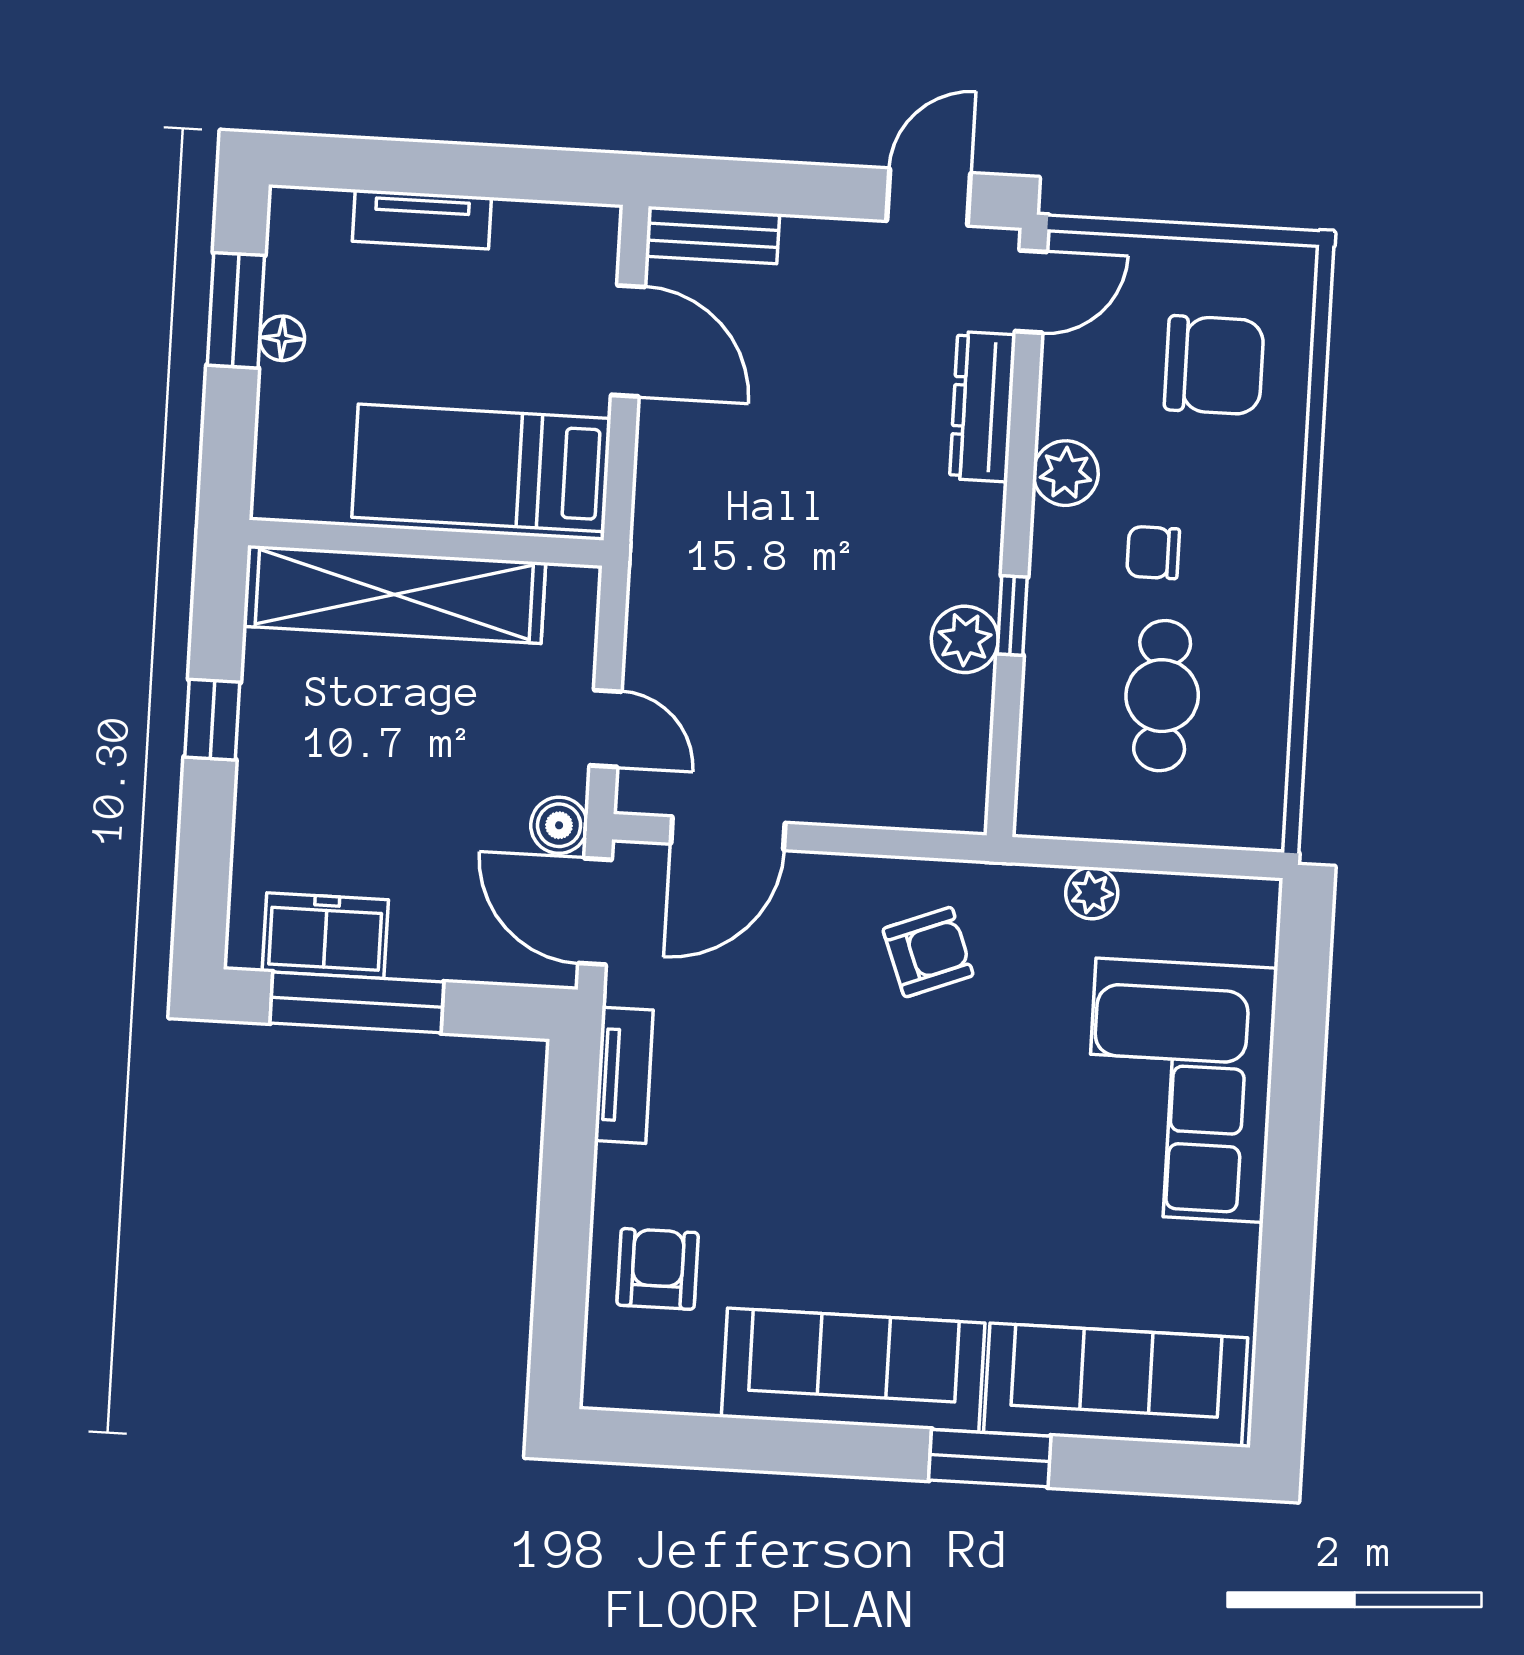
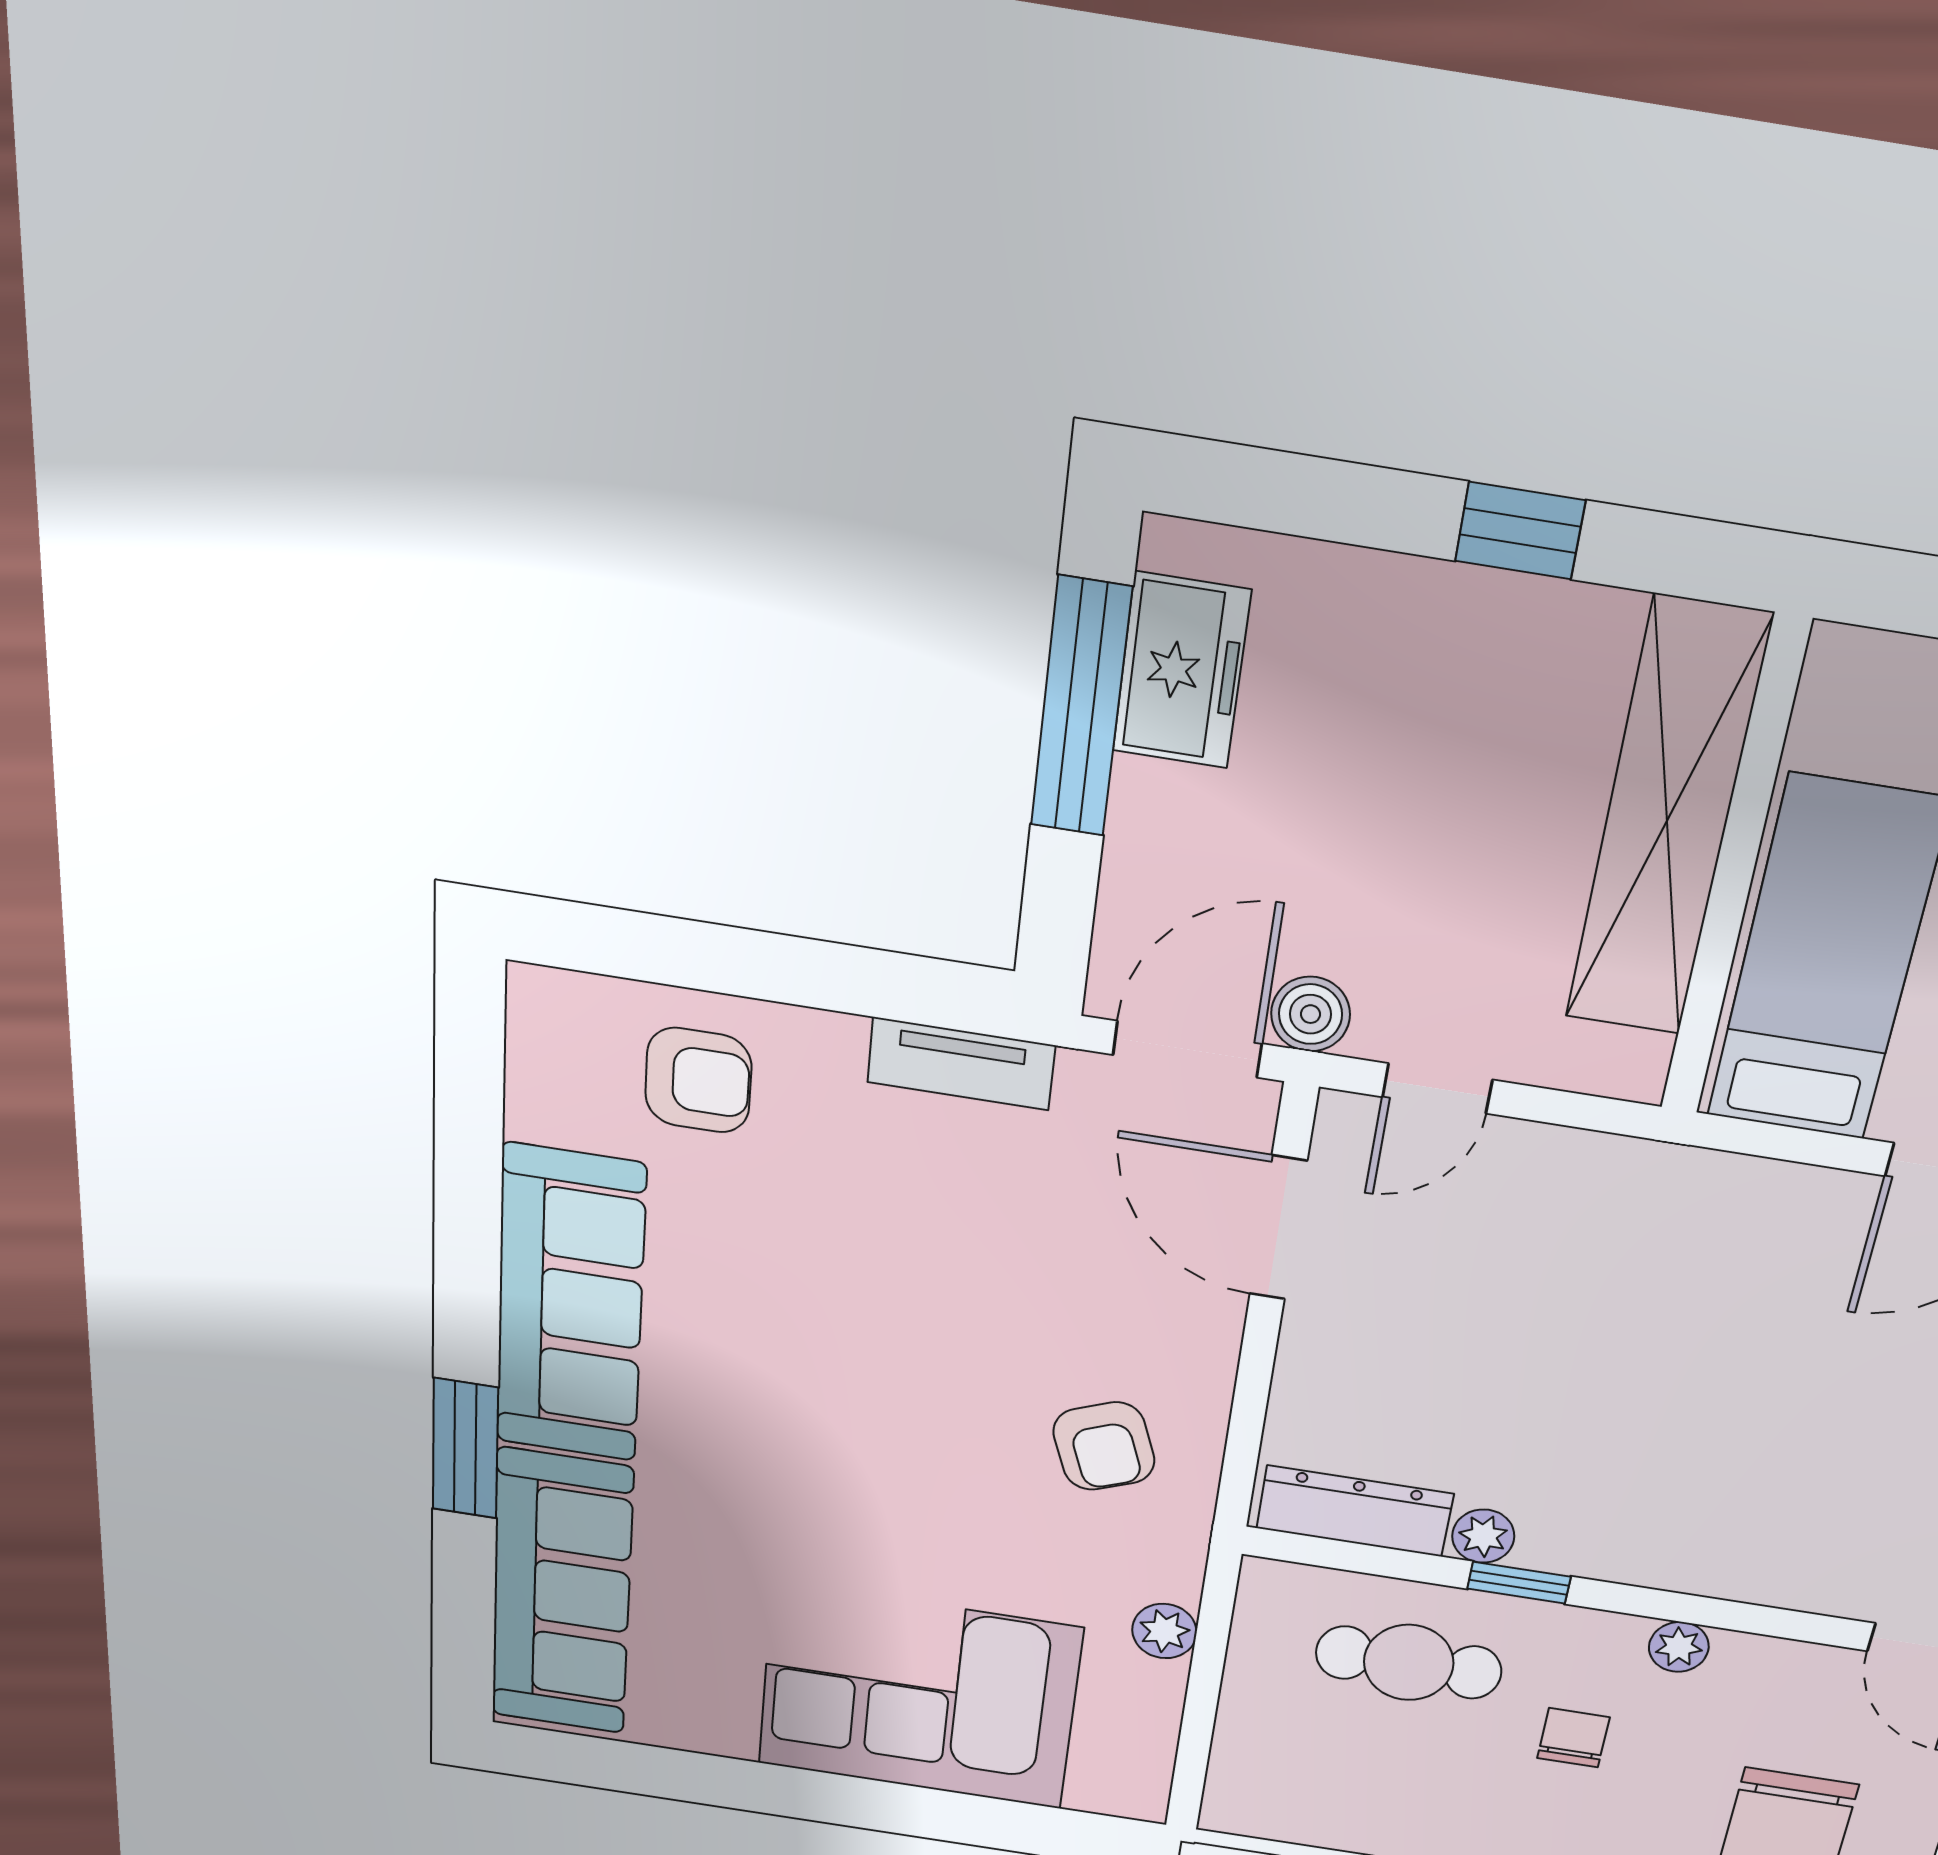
dresser: (983, 407) -> (1355, 1511), moved
plant: (1066, 473) -> (1679, 1647), width x0.73, depth x0.73
plant: (965, 639) -> (1483, 1536), width x0.73, depth x0.73
cafe table: (1162, 696) -> (1409, 1662), moved

